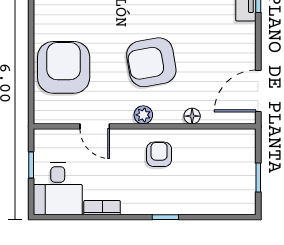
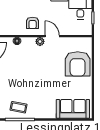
armchair: (151, 62) -> (36, 66), removed
door: (95, 126) -> (52, 36), moved

